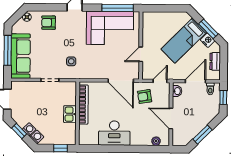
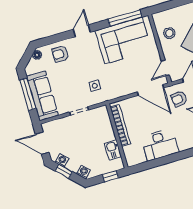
stool: (154, 34) -> (169, 33), added
door: (141, 54) -> (165, 68), moved
kitchen sink: (70, 114) -> (113, 150), moved
washing machine: (29, 129) -> (62, 160), moved

